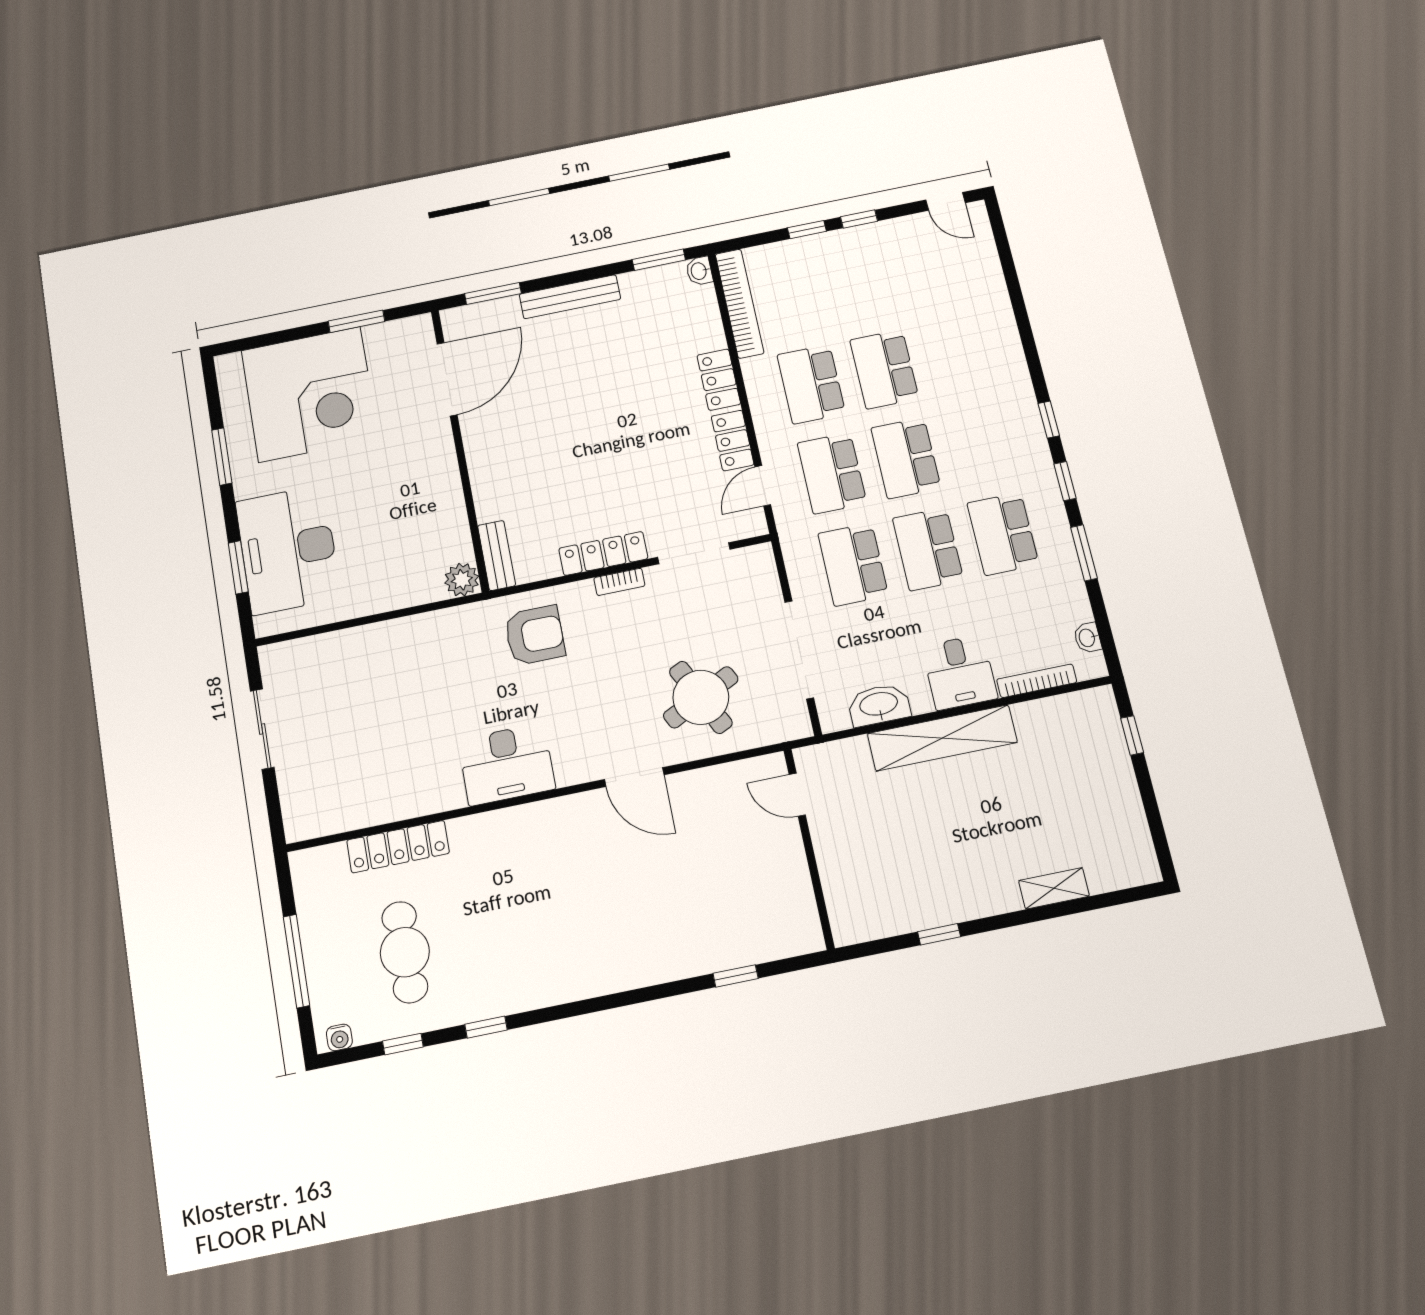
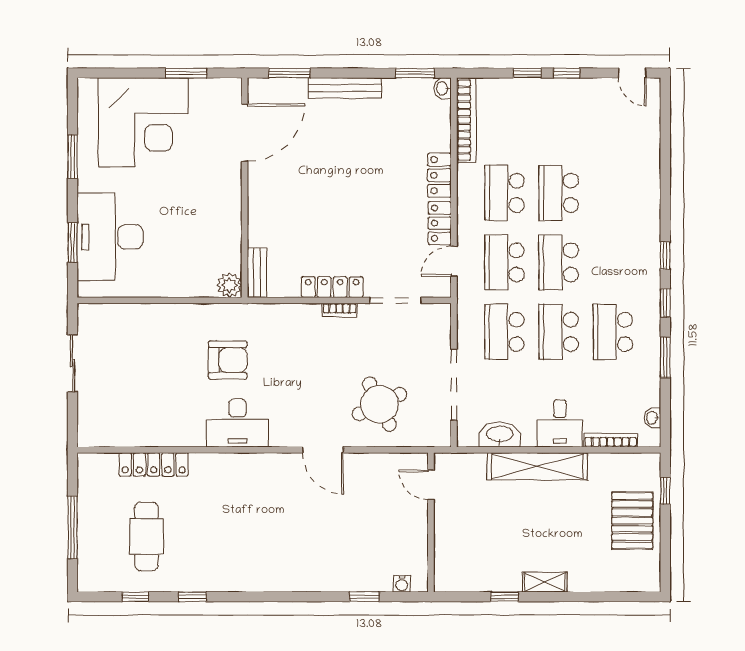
armchair: (535, 635) -> (228, 360), moved
pallet: (1096, 787) -> (632, 521), added
shelving: (1054, 888) -> (545, 582), moved
water cooler: (339, 1037) -> (402, 584), moved

